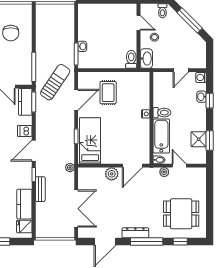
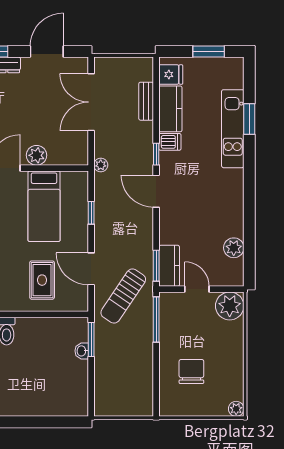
door: (76, 100) -> (91, 269), hinge flipped
dishwasher: (25, 131) -> (170, 142), moved
bed: (90, 141) -> (44, 206), moved
door: (34, 151) -> (156, 191), swing flipped
bench: (40, 189) -> (146, 101), moved

